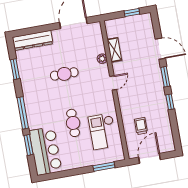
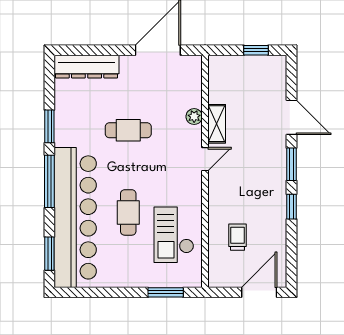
shelving: (114, 50) -> (217, 124), moved
window: (15, 69) -> (49, 126), moved
window: (29, 145) -> (49, 254), moved
bar counter: (45, 151) -> (75, 217), width x1.86
door: (150, 158) -> (259, 292), moved

